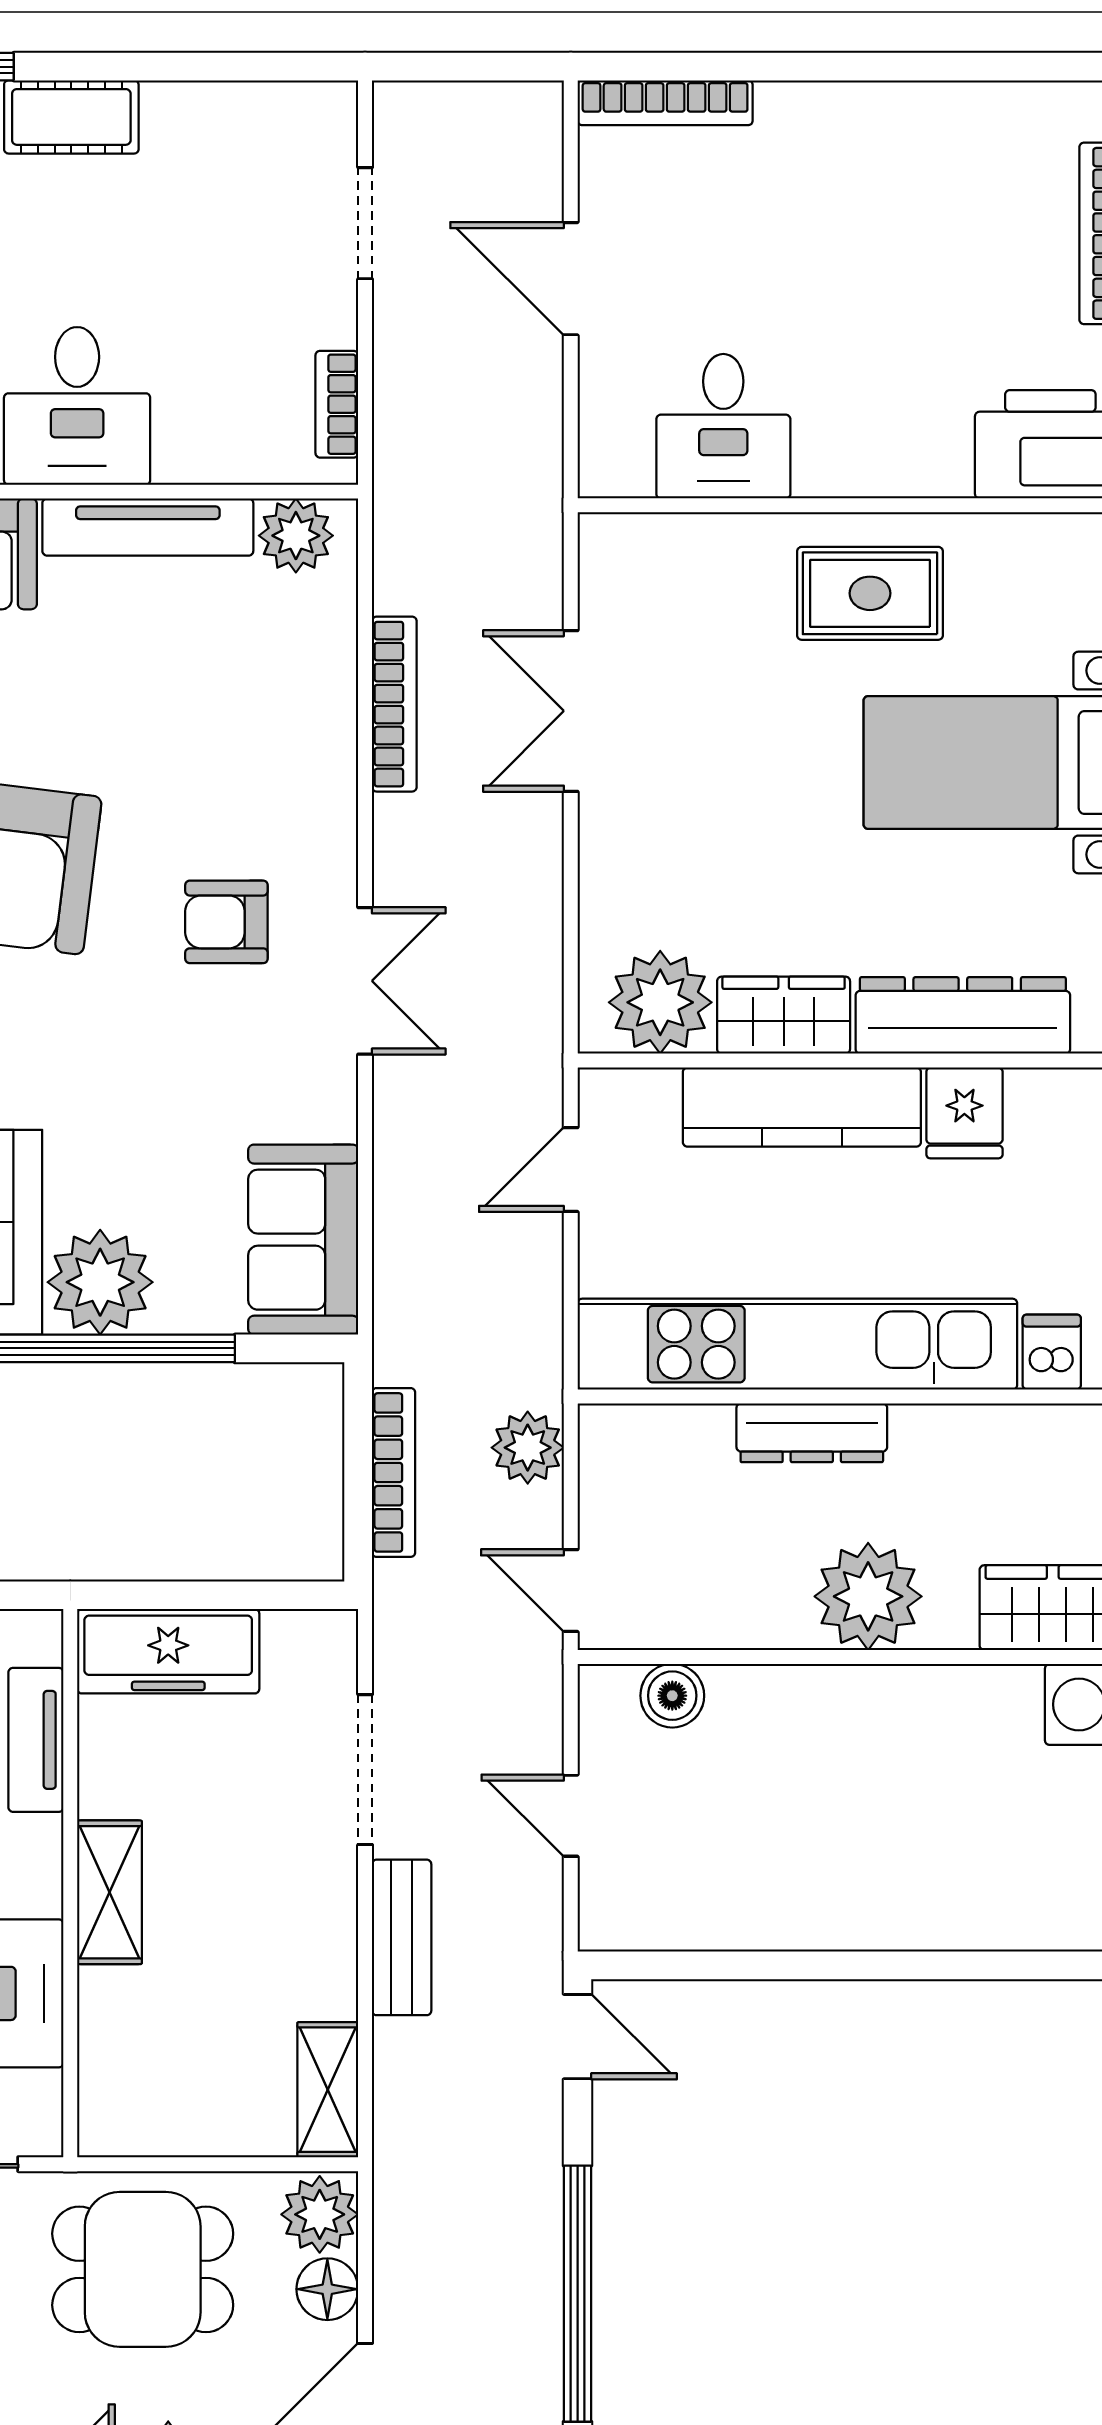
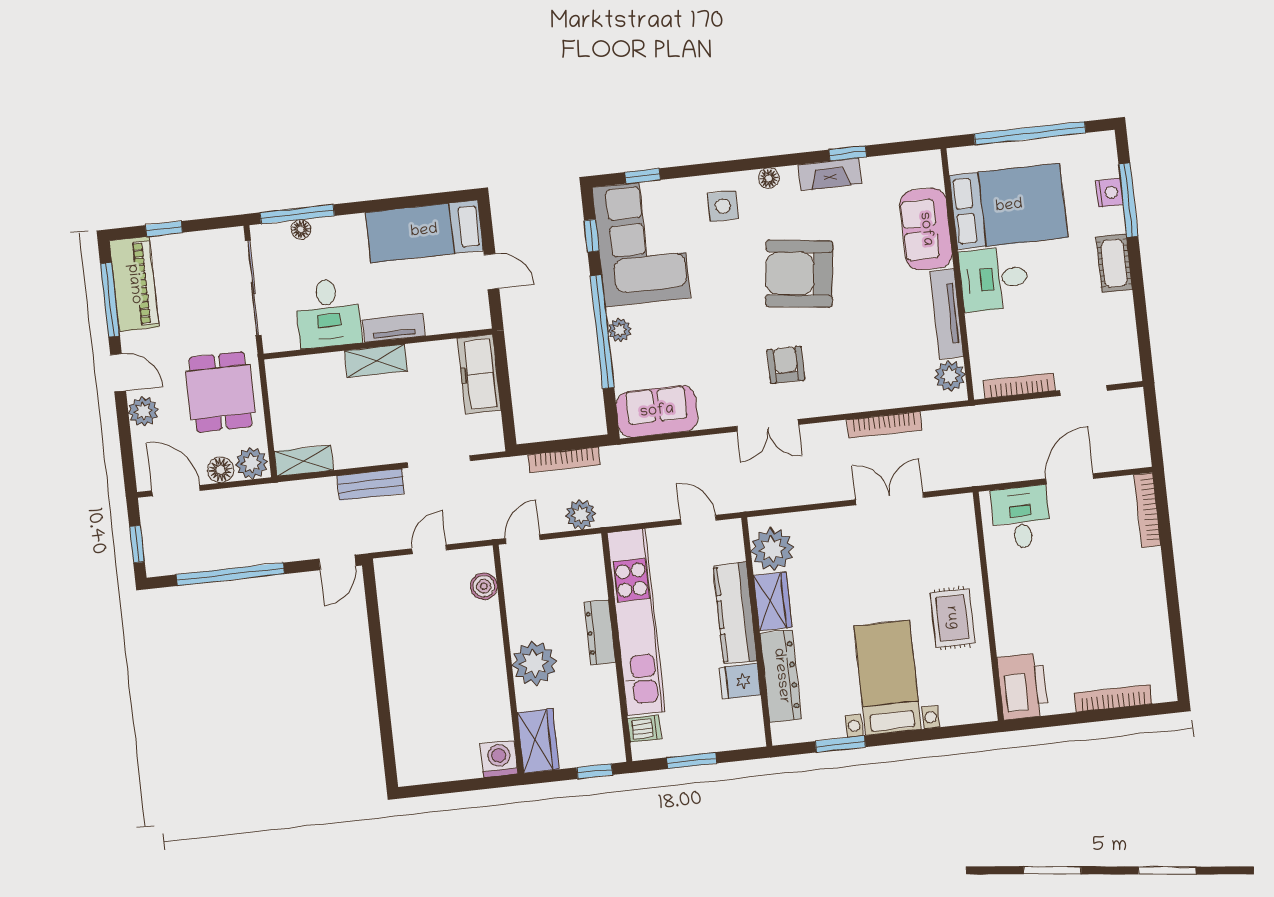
bookcase: (337, 404) -> (1019, 386), width x1.56
desk: (723, 426) -> (1021, 517), moved, turned 90
plant: (100, 1282) -> (620, 330), width x0.53, depth x0.53
tv unit: (36, 1740) -> (394, 328), moved

